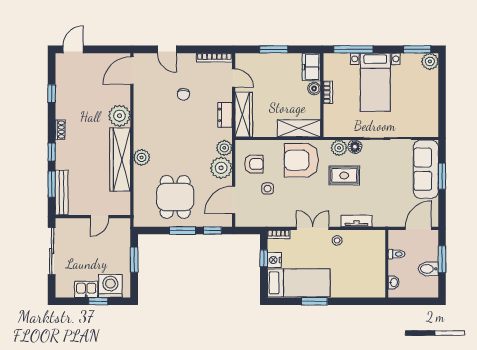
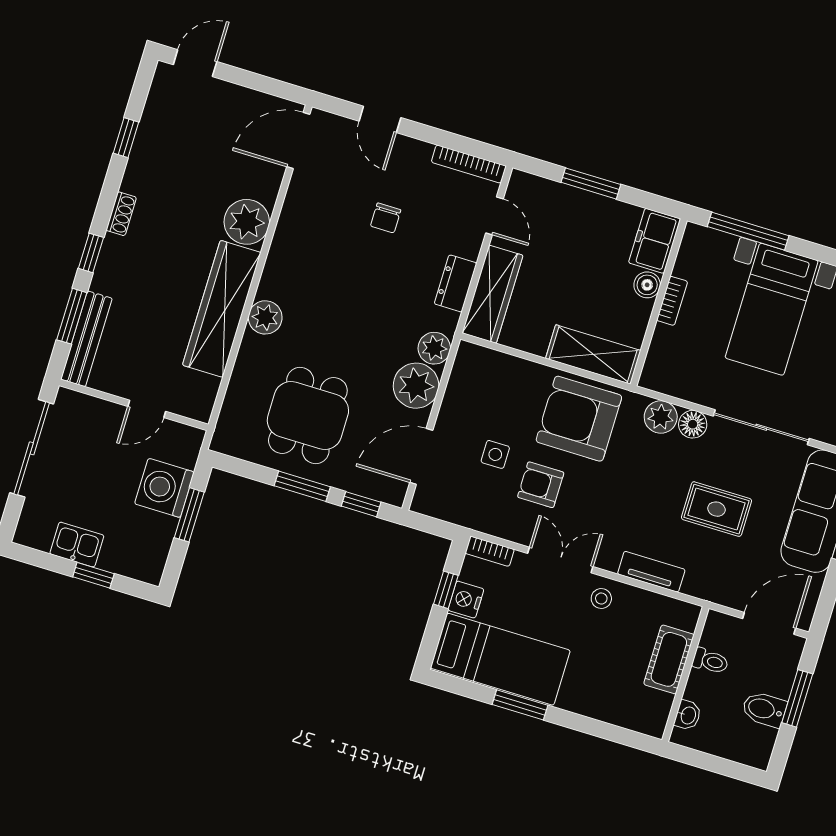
armchair: (254, 164) -> (541, 485), moved, turned 180
rug: (344, 175) -> (716, 509), moved
cot: (377, 259) -> (669, 659), added
washing machine: (110, 286) -> (164, 488), moved, turned -90

